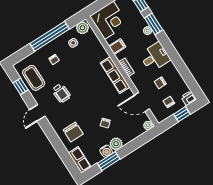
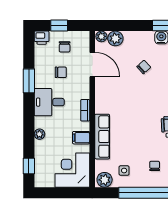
window: (154, 24) -> (29, 81), moved
row of seats: (115, 75) -> (102, 137), moved
plant: (116, 144) -> (115, 38), moved

